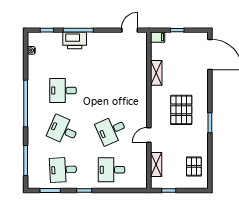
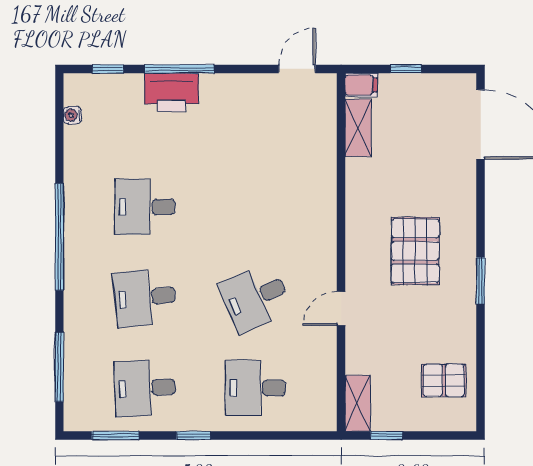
shelving: (156, 73) -> (358, 128), moved
desk: (63, 130) -> (145, 297), turned -30
shelving: (156, 164) -> (358, 403), moved
pallet: (194, 166) -> (444, 380), turned 90

